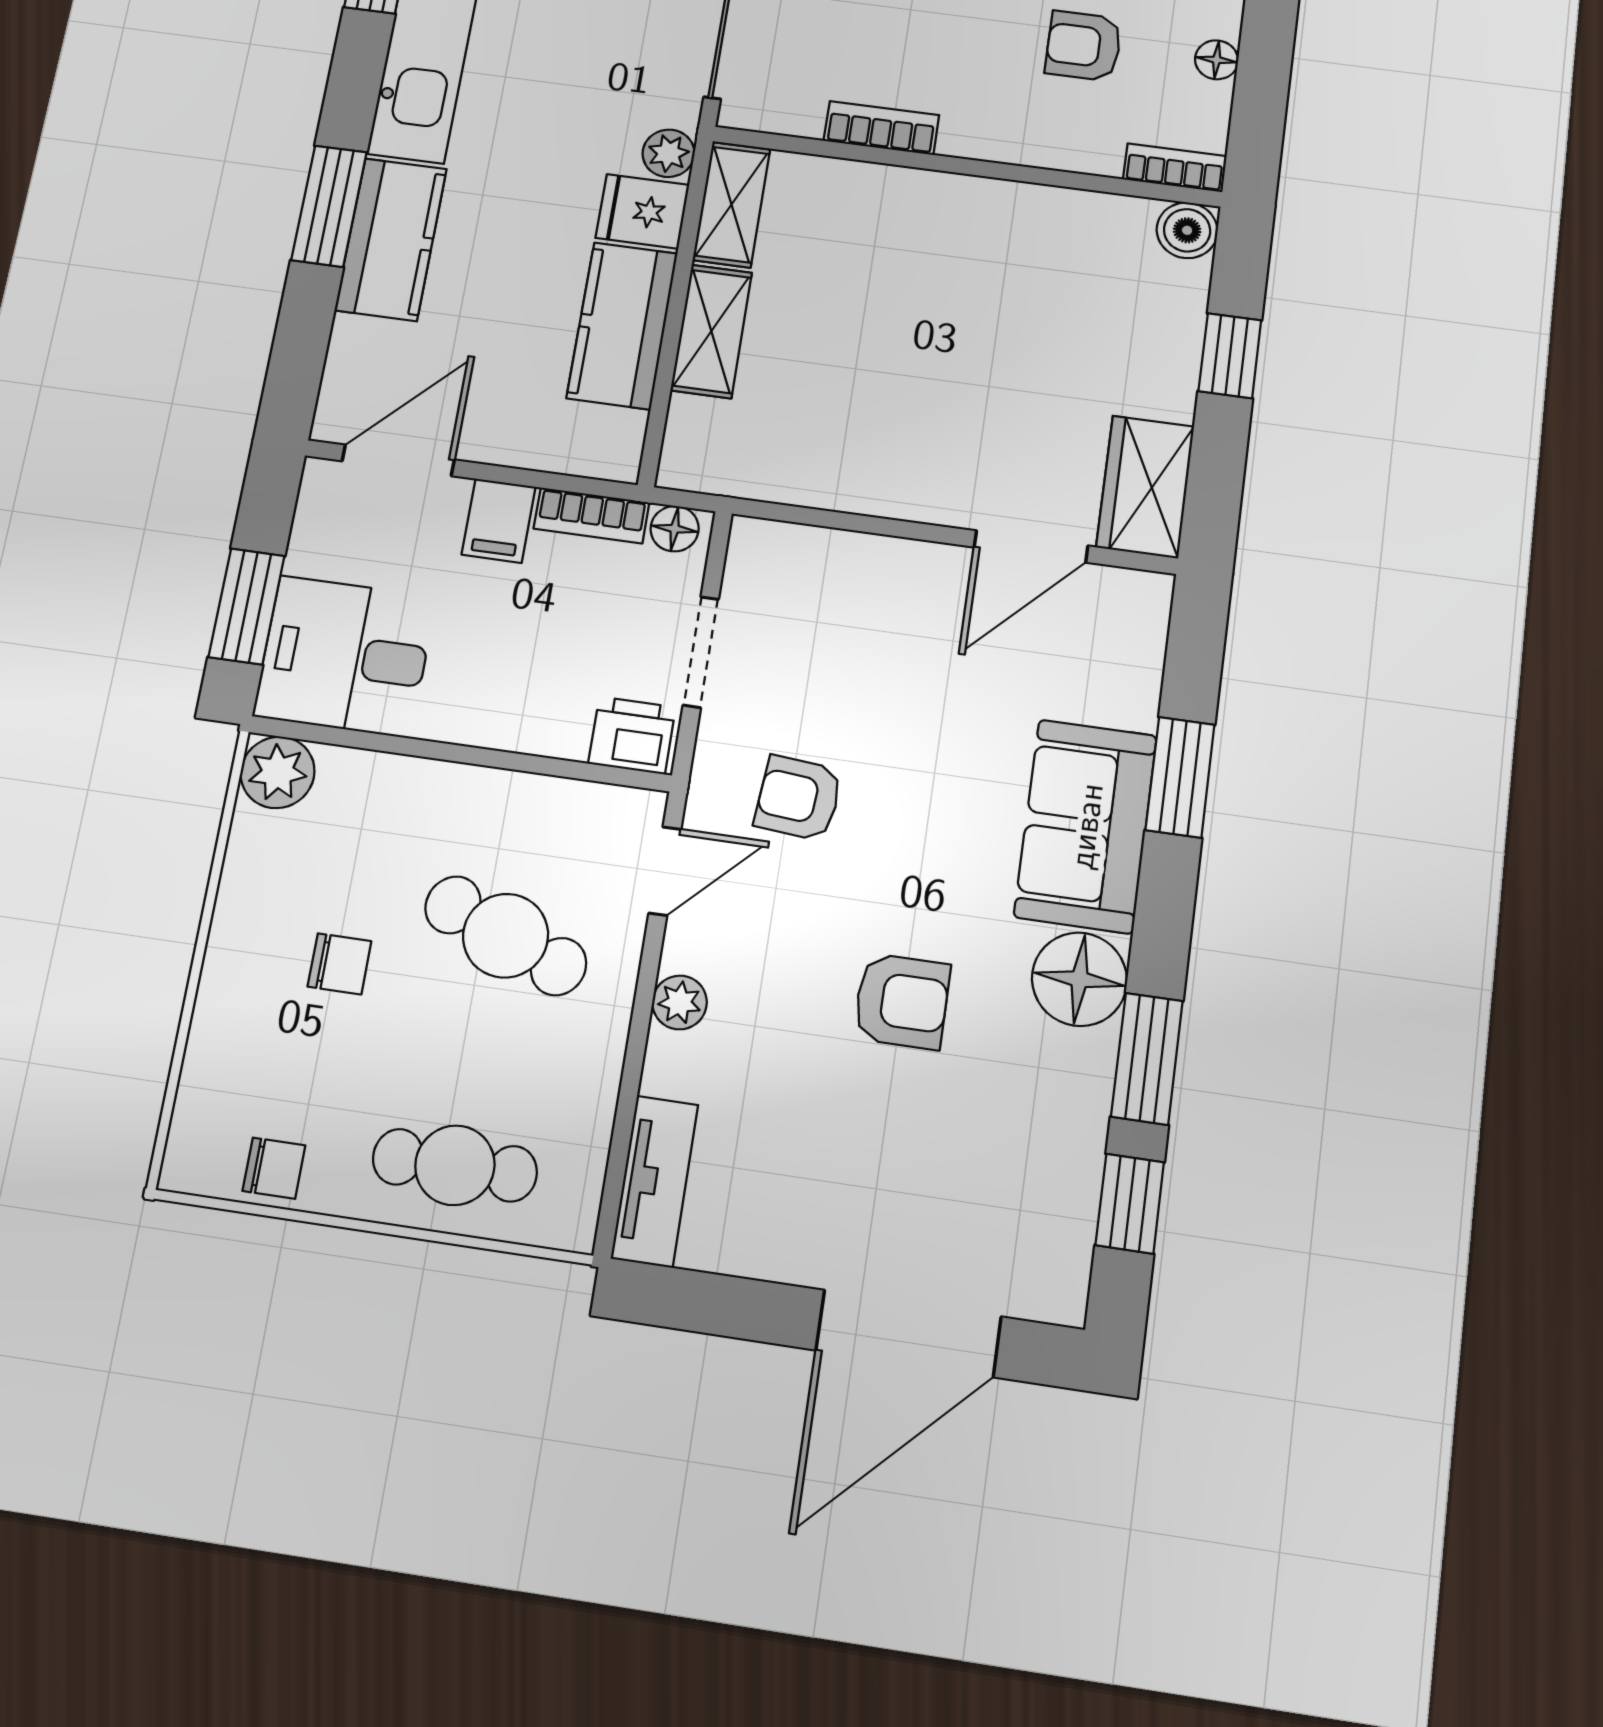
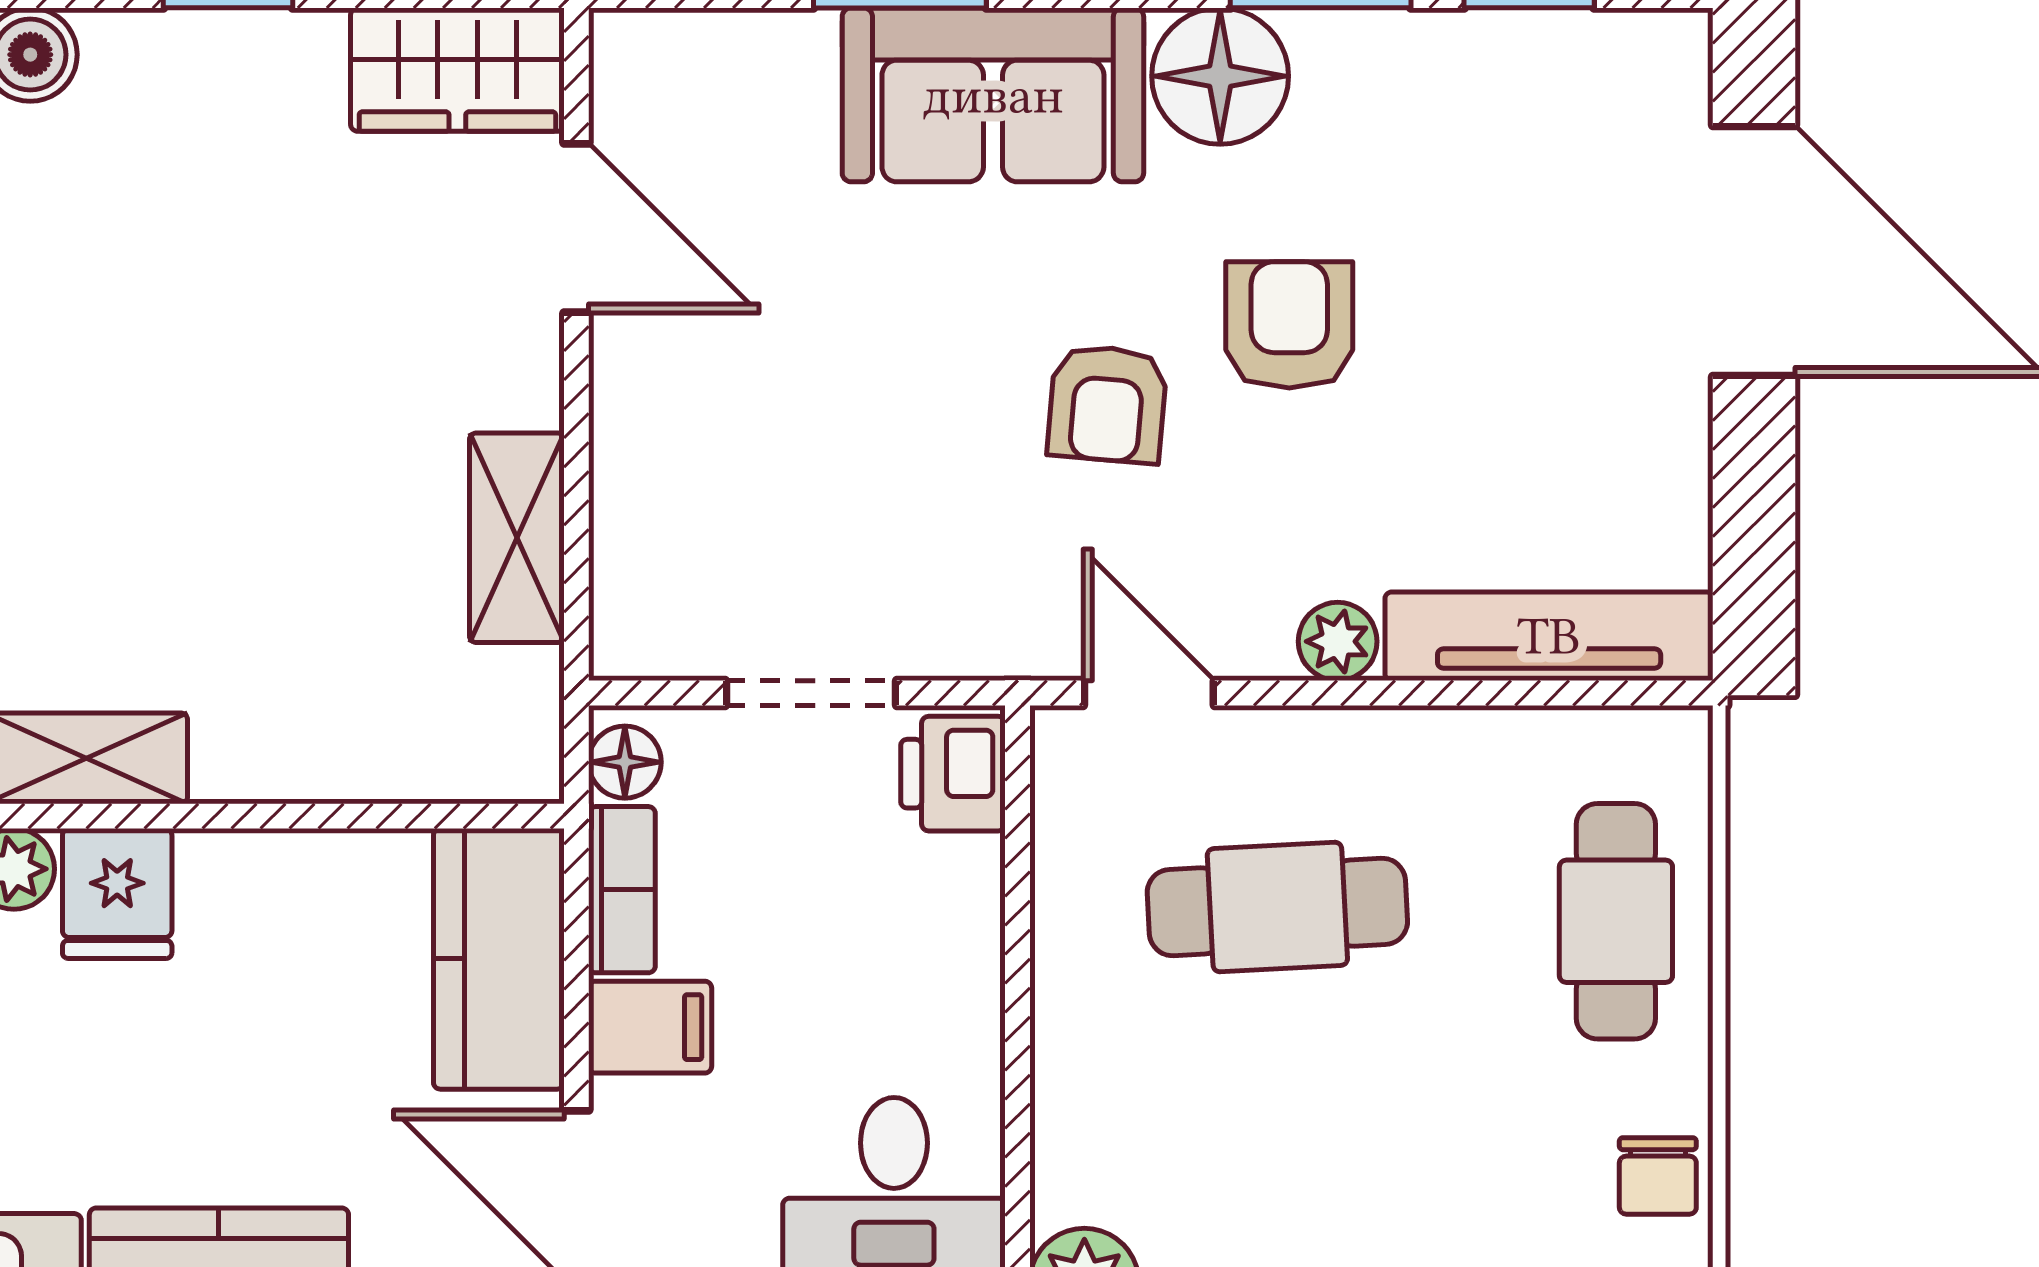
kitchen counter: (622, 326) -> (499, 959), moved, turned 90
shelving: (711, 331) -> (517, 538), moved, turned 90
armchair: (799, 798) -> (1107, 404), moved
cafe table: (506, 936) -> (1277, 907), turned 65
chair: (339, 964) -> (1353, 1139), removed
chair: (274, 1168) -> (1658, 1176), turned 180
tv unit: (655, 1181) -> (1549, 636), width x1.41

